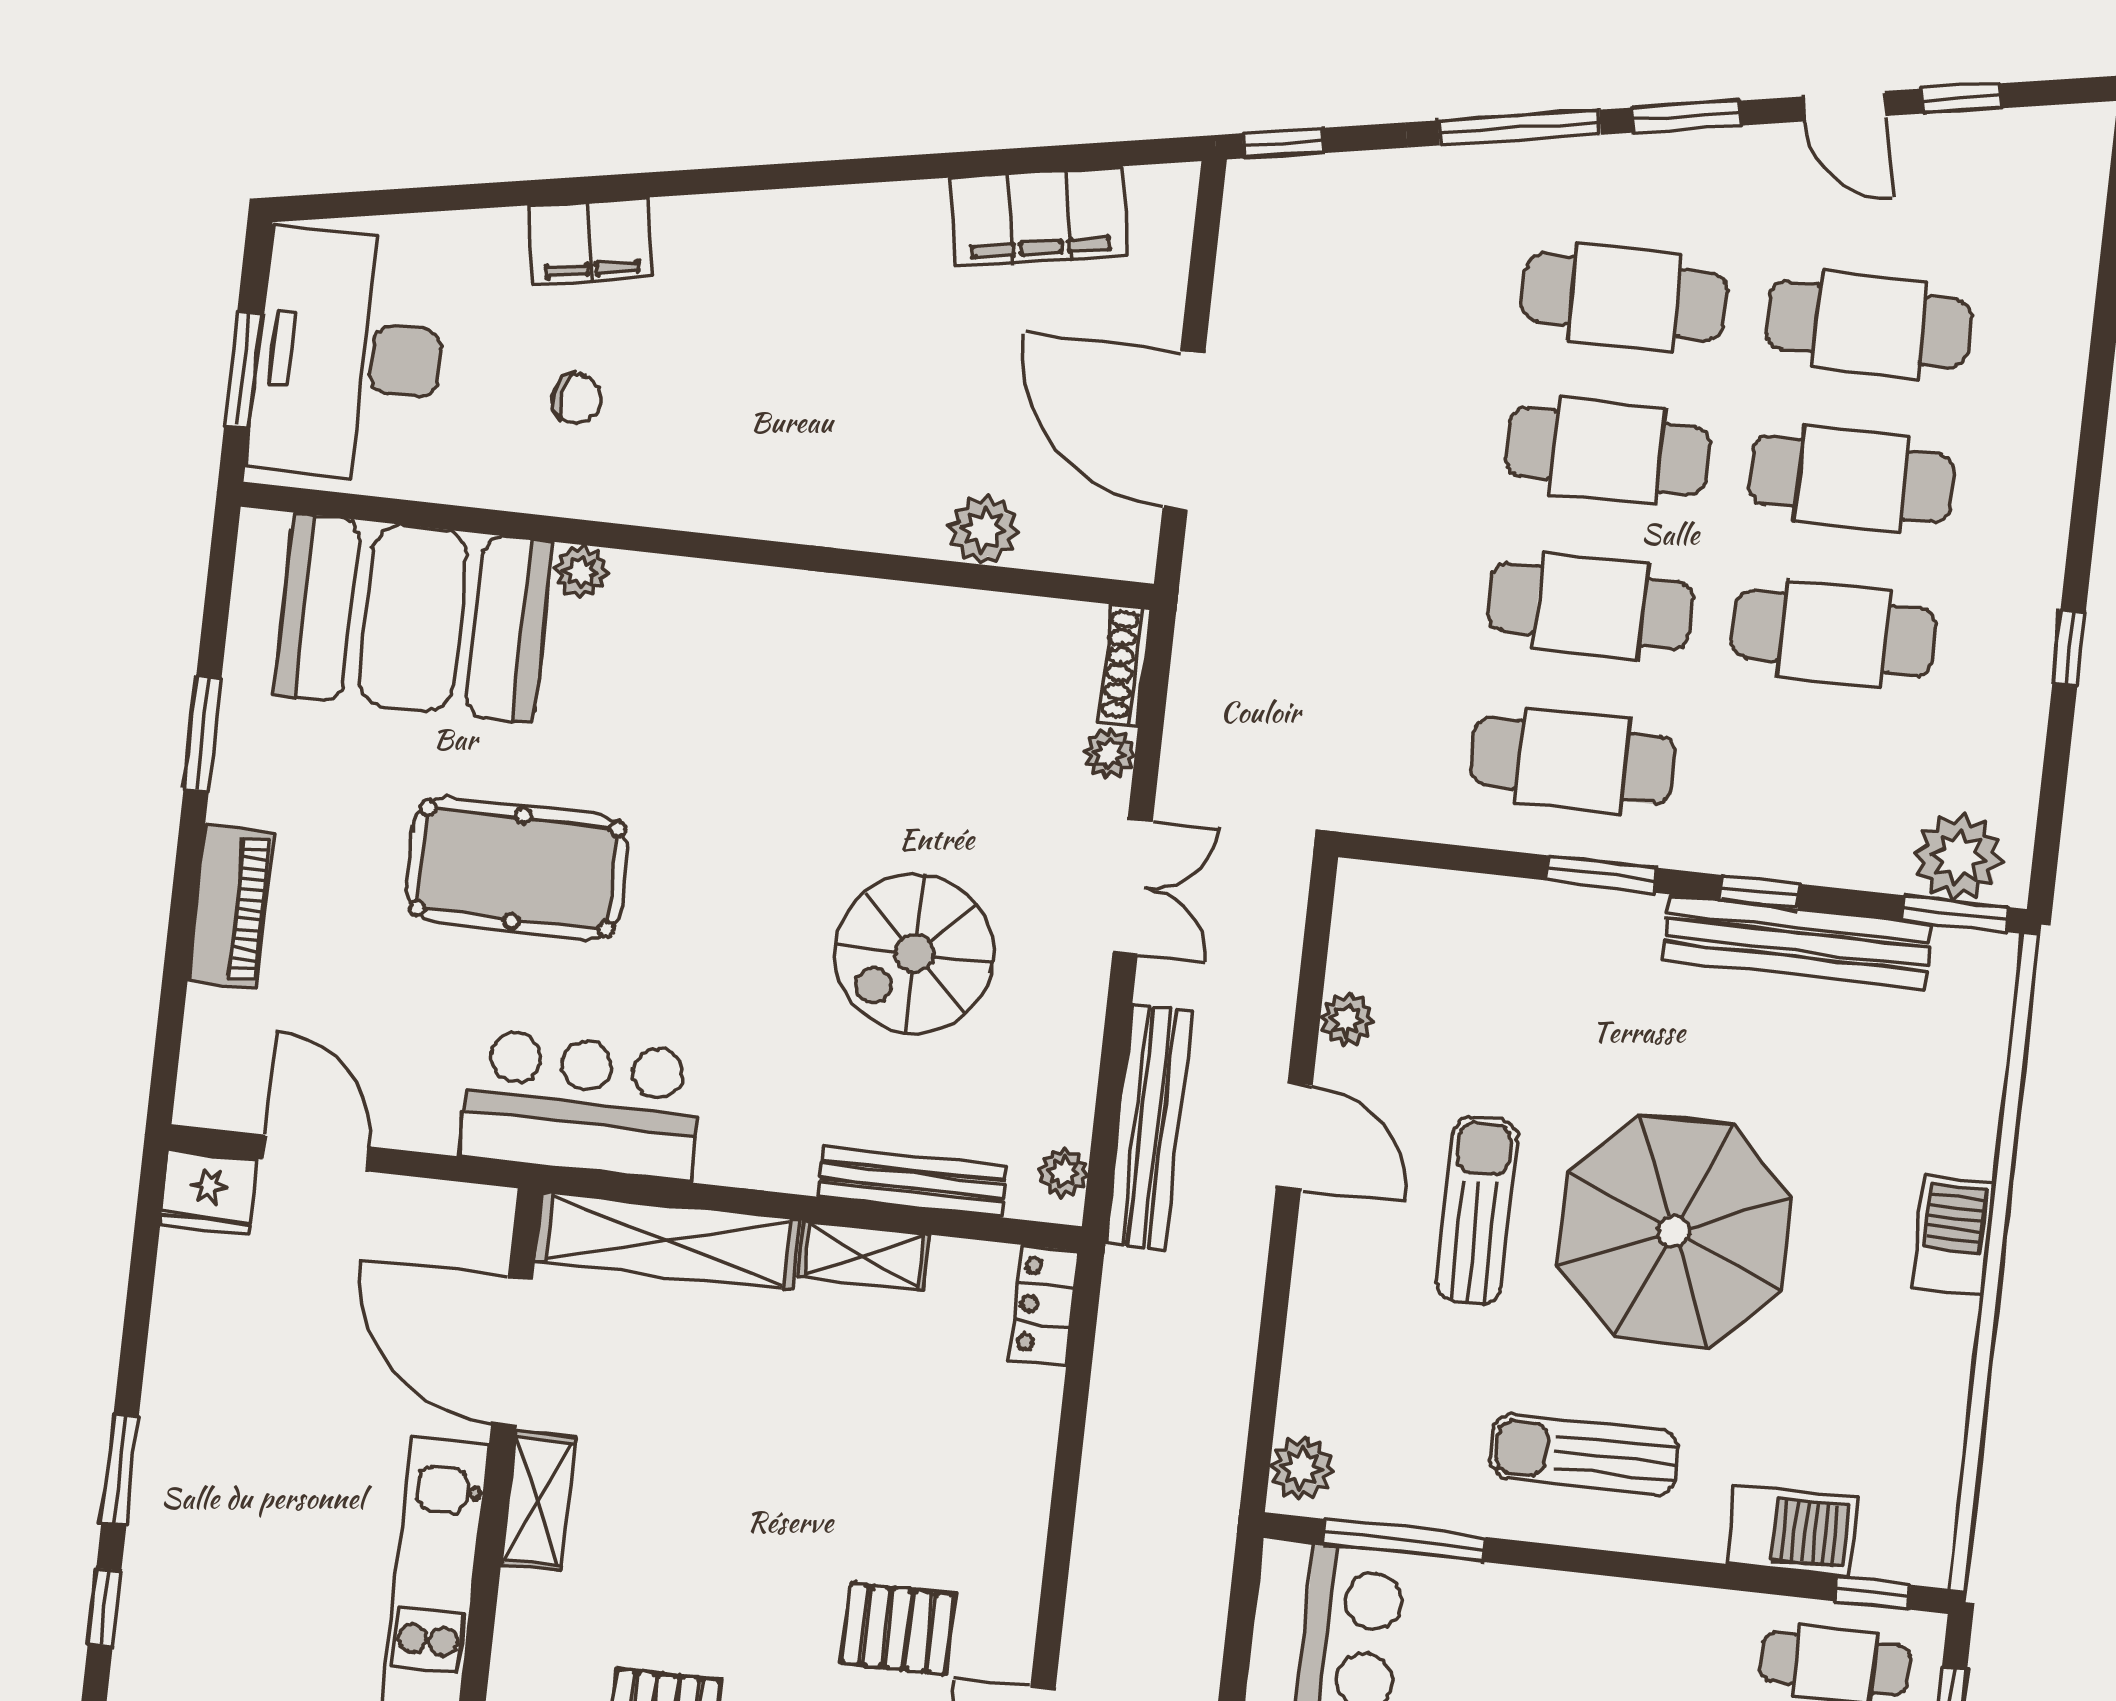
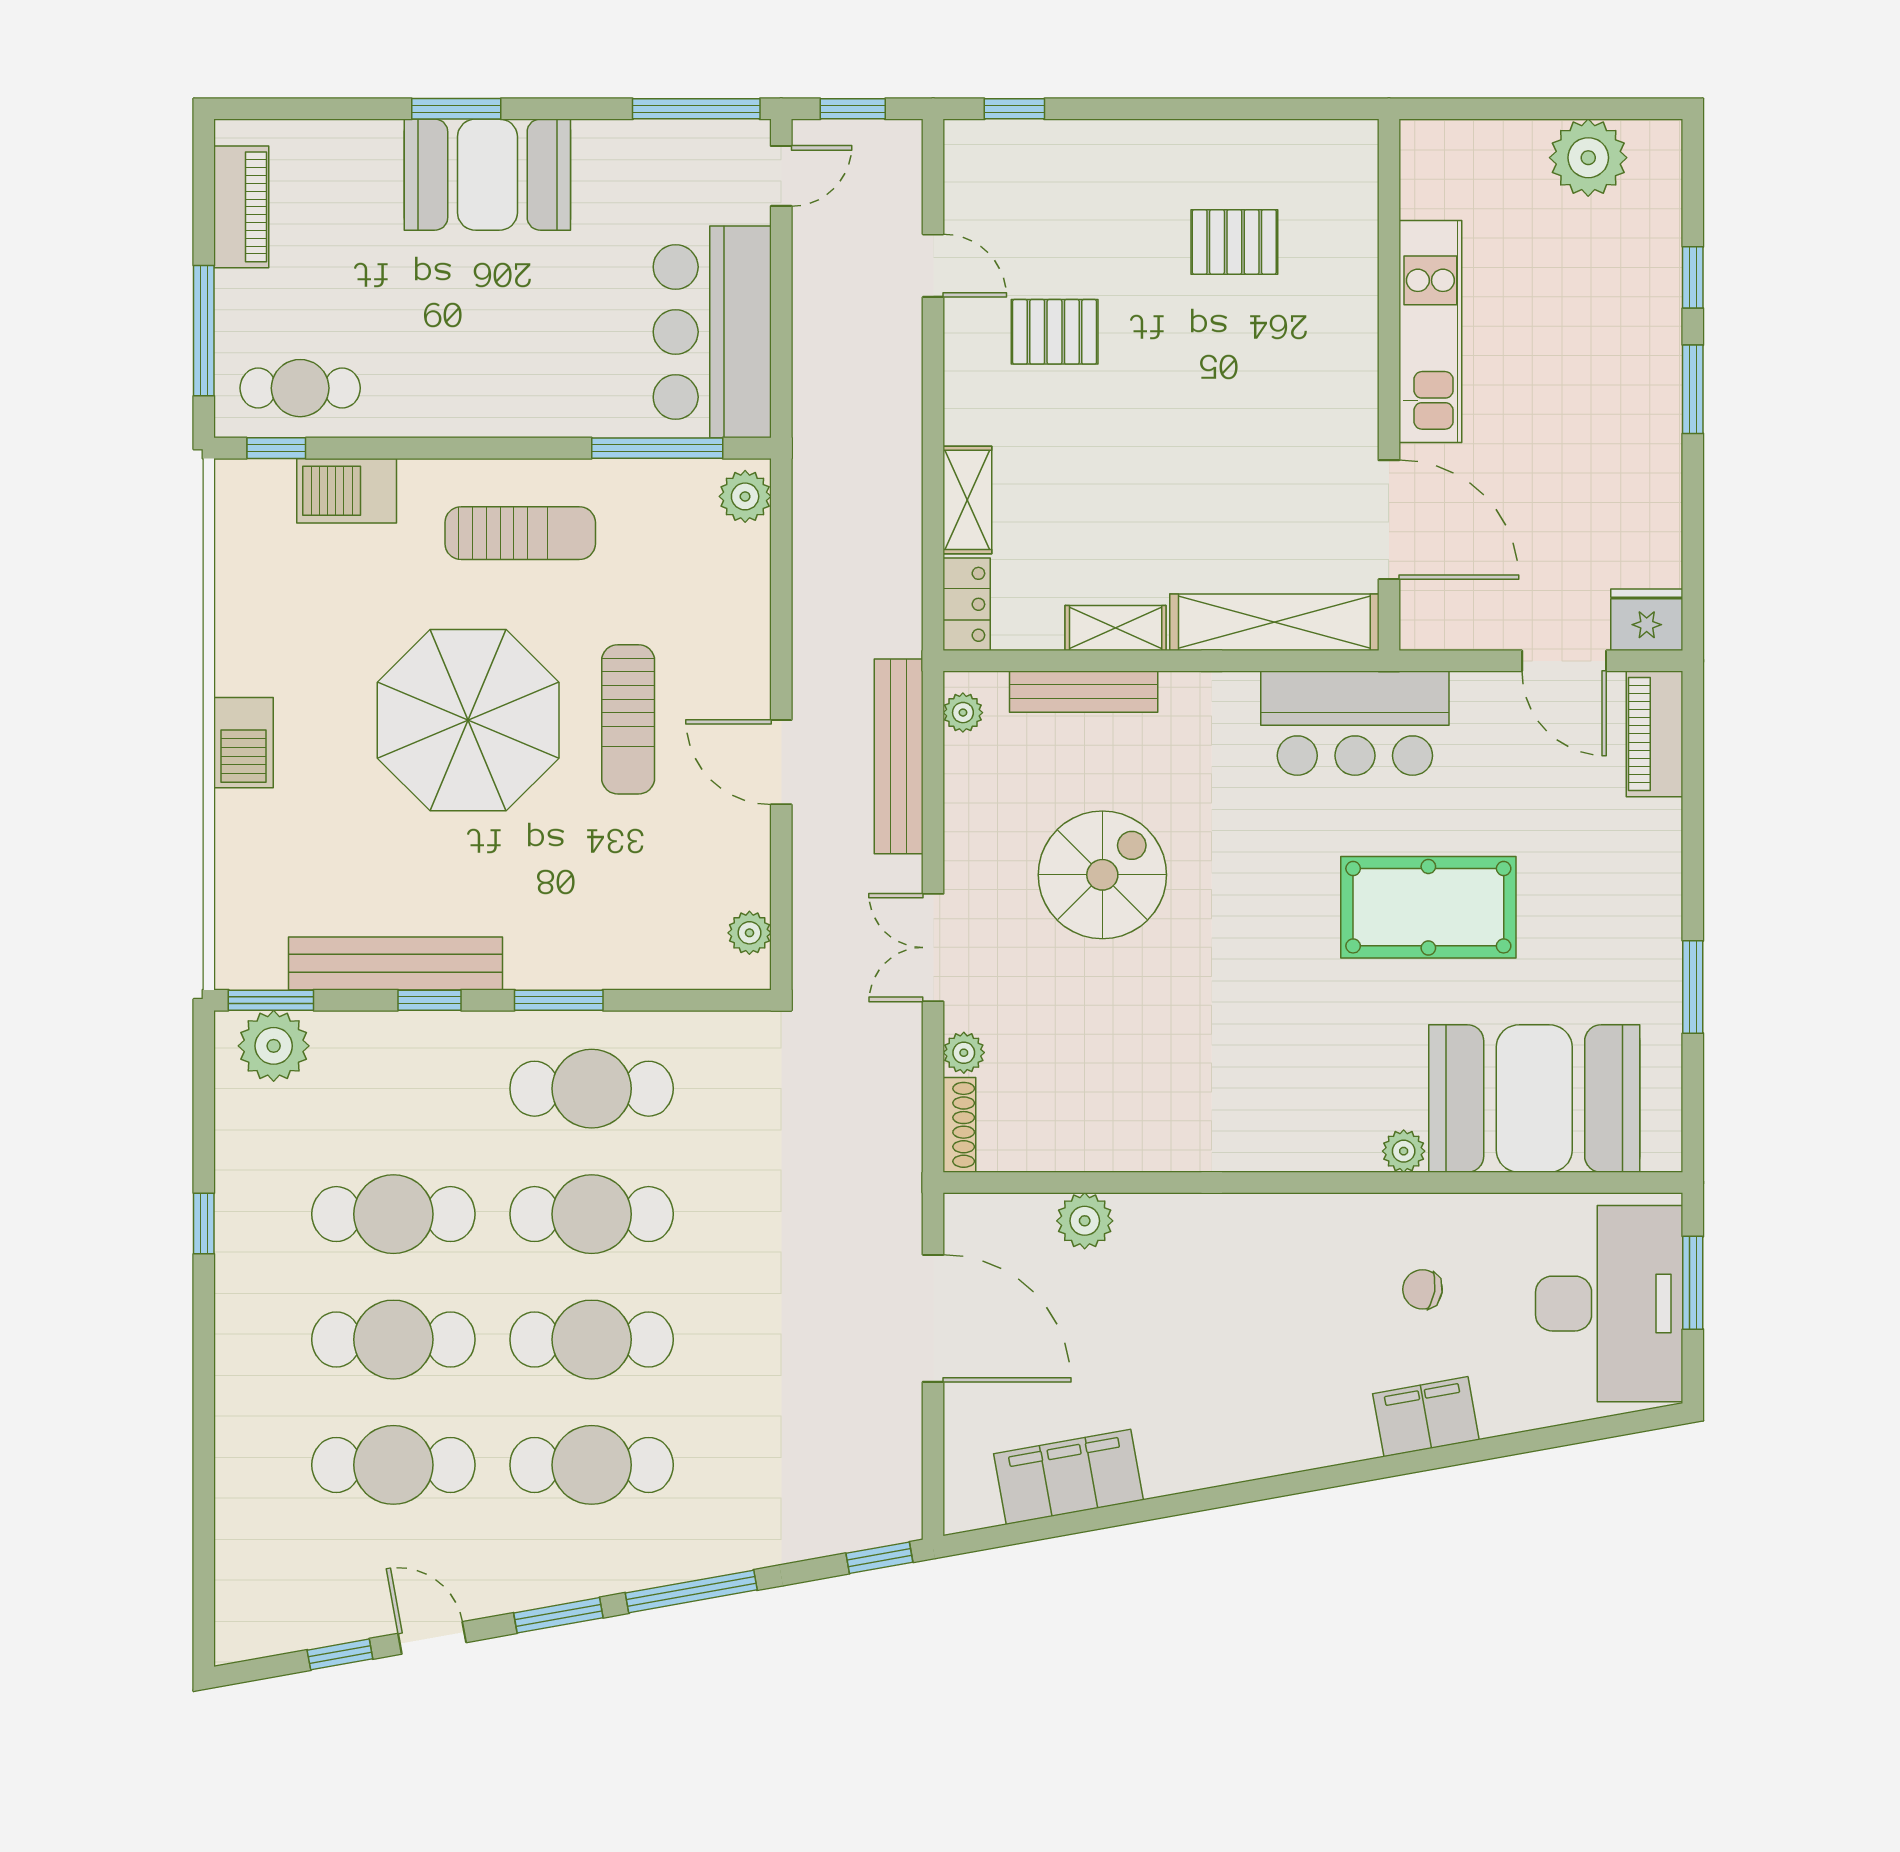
piano: (231, 907) -> (1655, 734), moved
plant: (1347, 1020) -> (749, 933), moved
shelving: (538, 1501) -> (967, 500), moved

